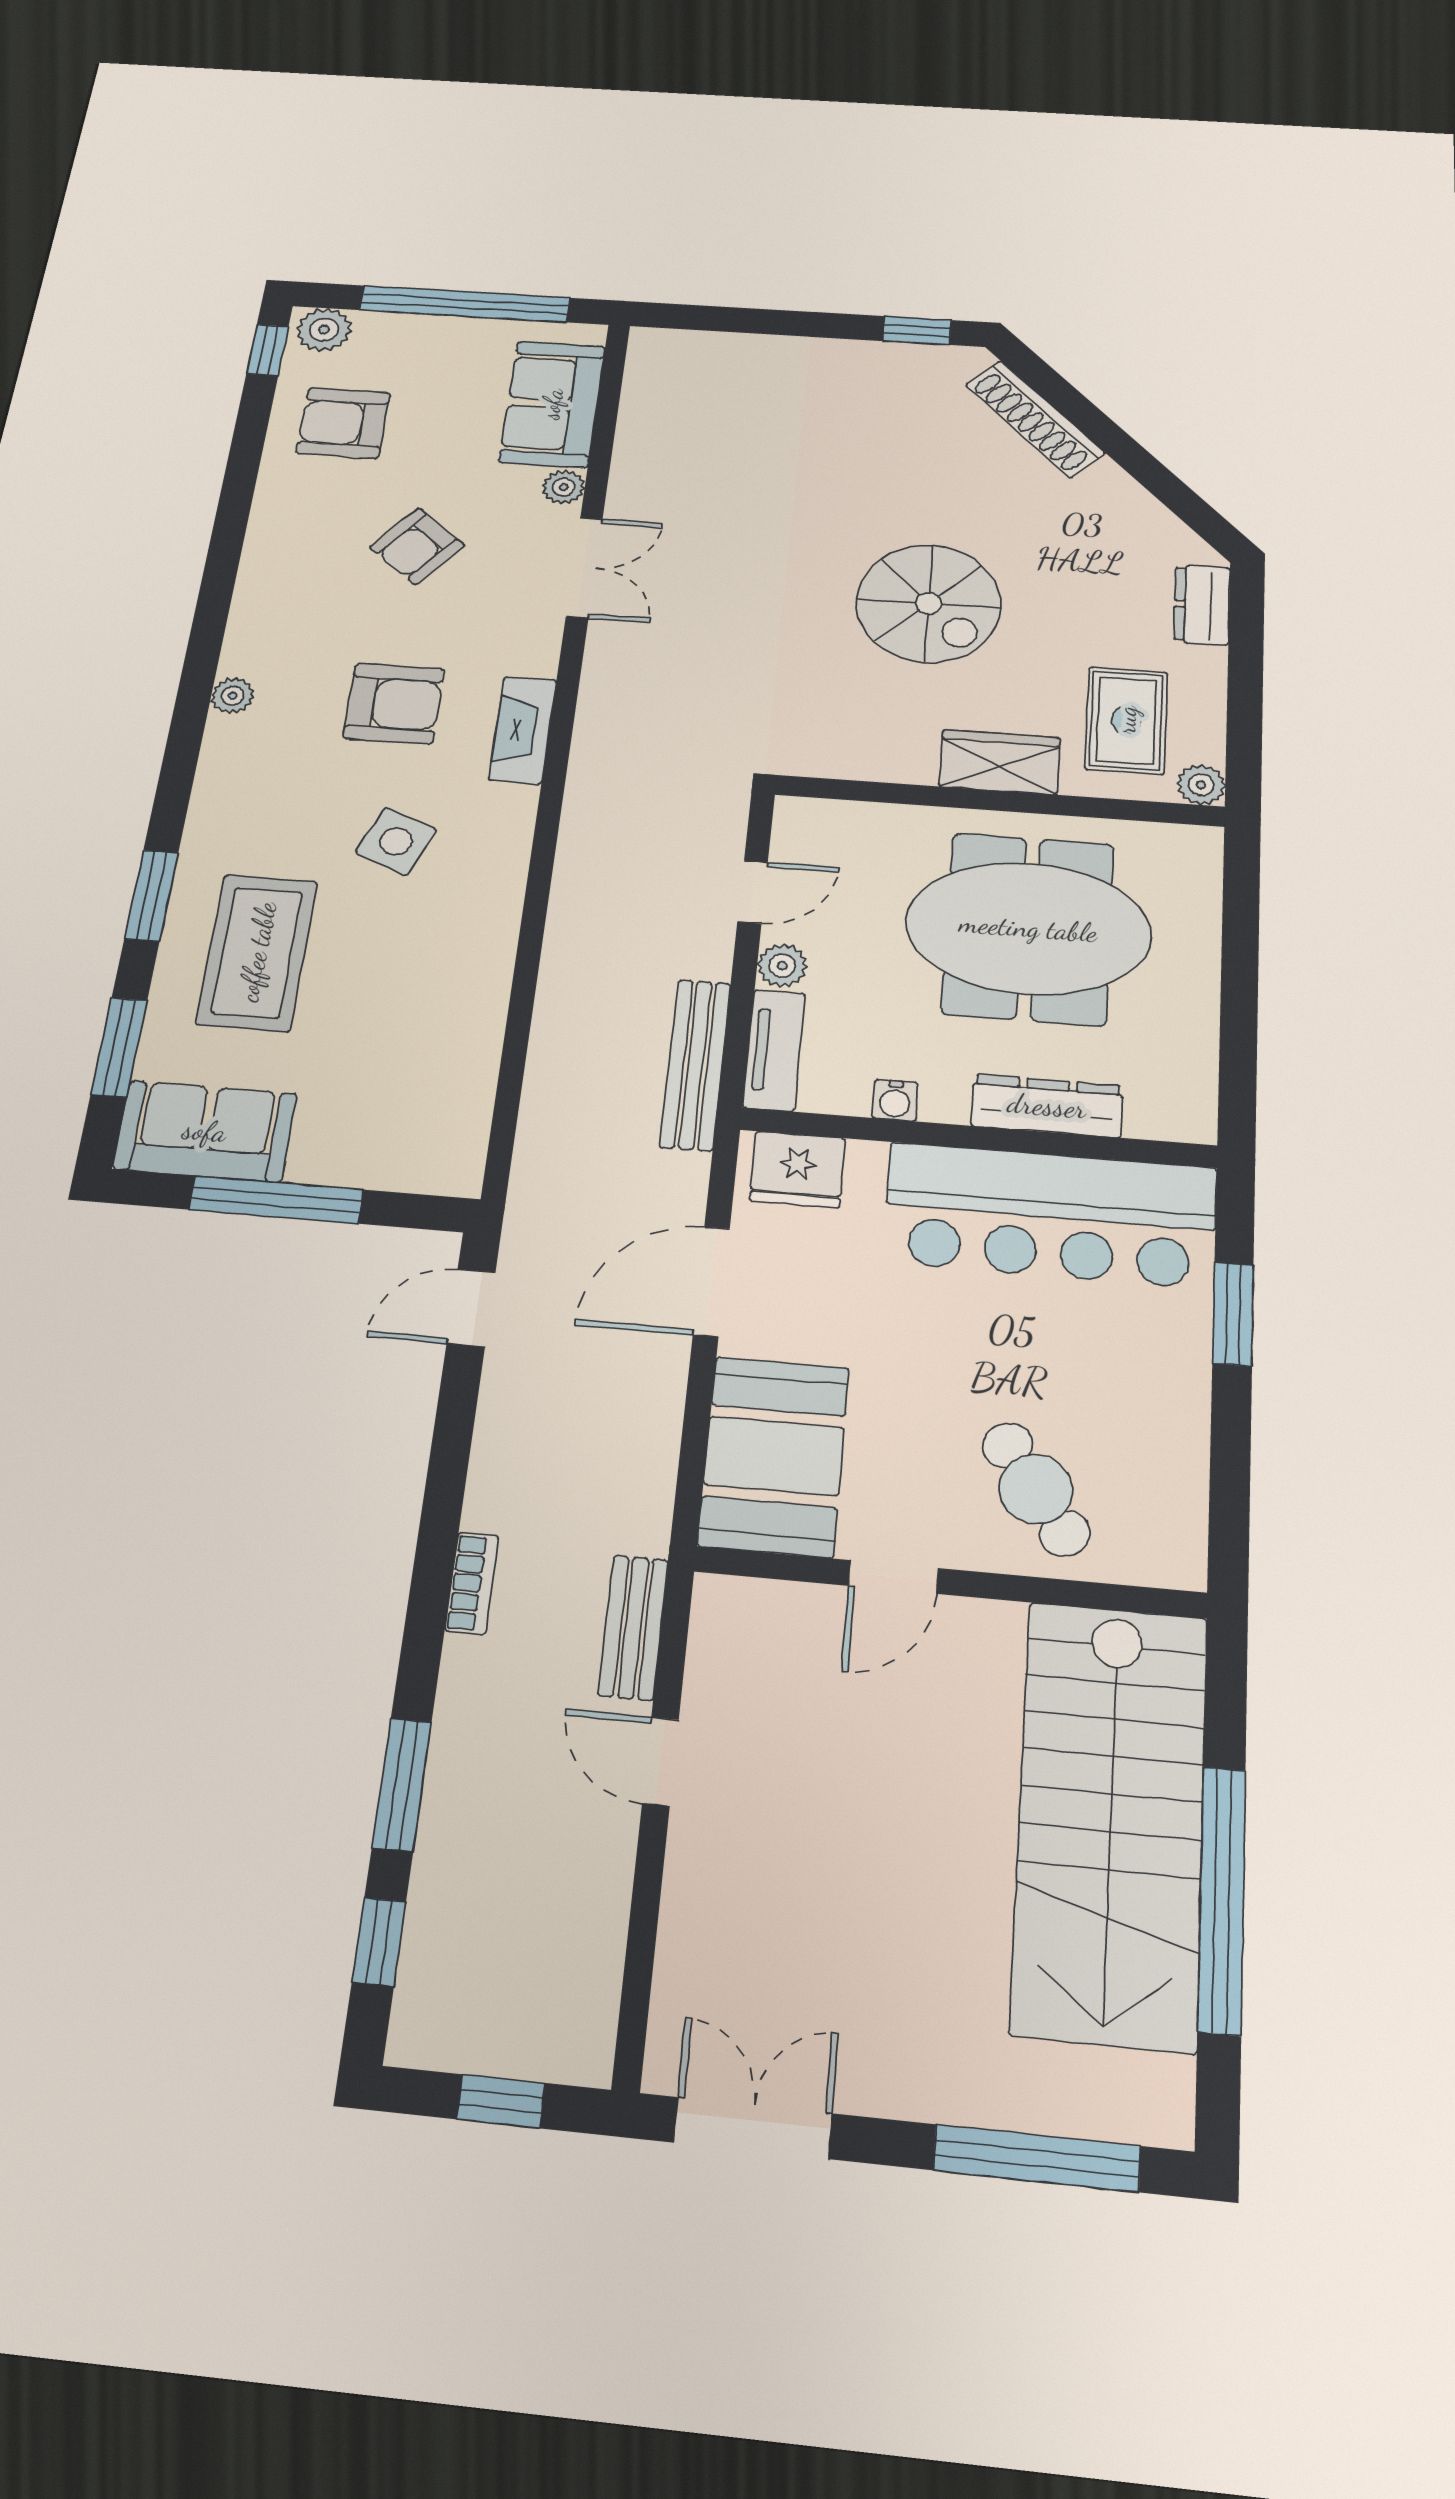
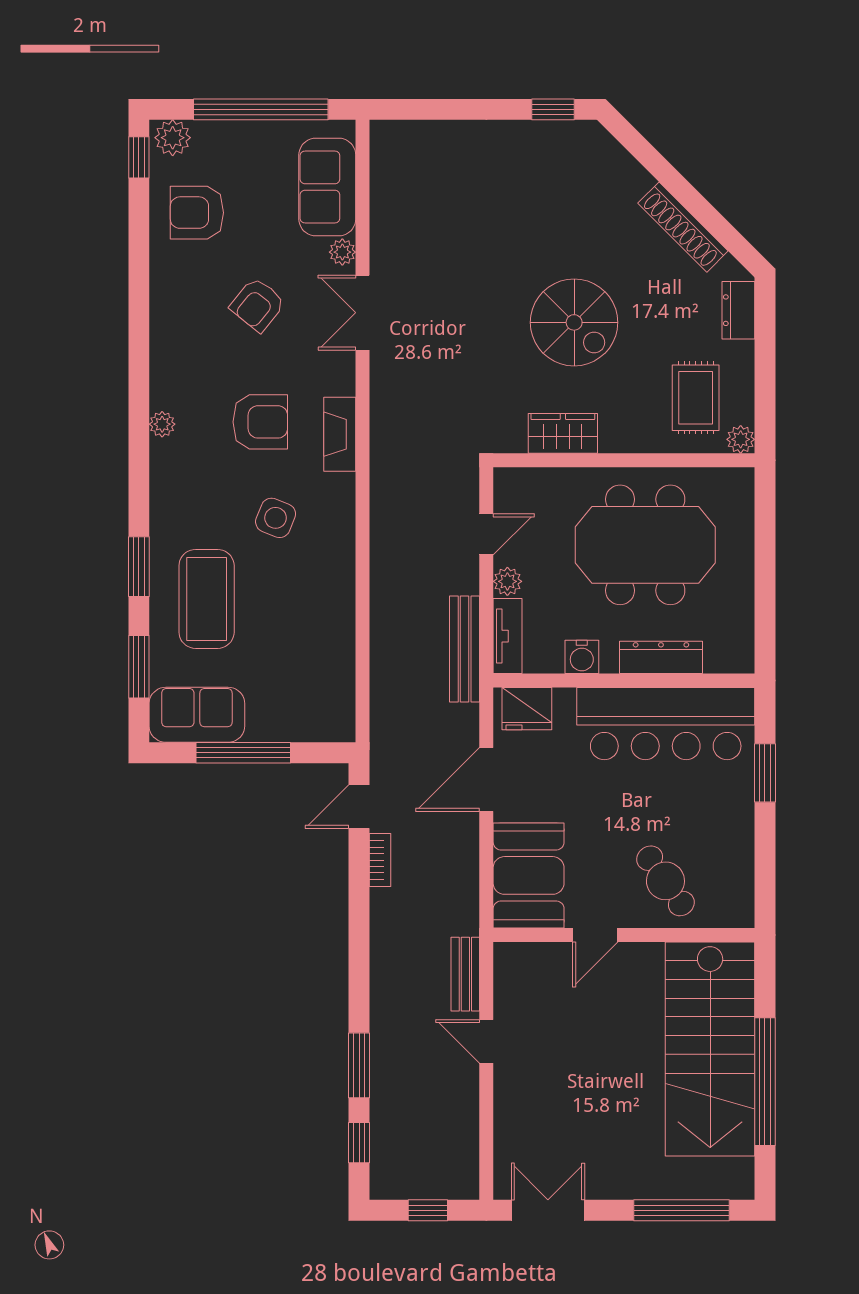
shoe rack: (1035, 419) -> (683, 227), moved
double door: (584, 568) -> (362, 313), swing flipped
wardrobe: (1000, 762) -> (563, 433), moved
water cooler: (895, 1100) -> (582, 657), width x1.38, depth x1.38
bookcase: (472, 1583) -> (380, 860), moved

